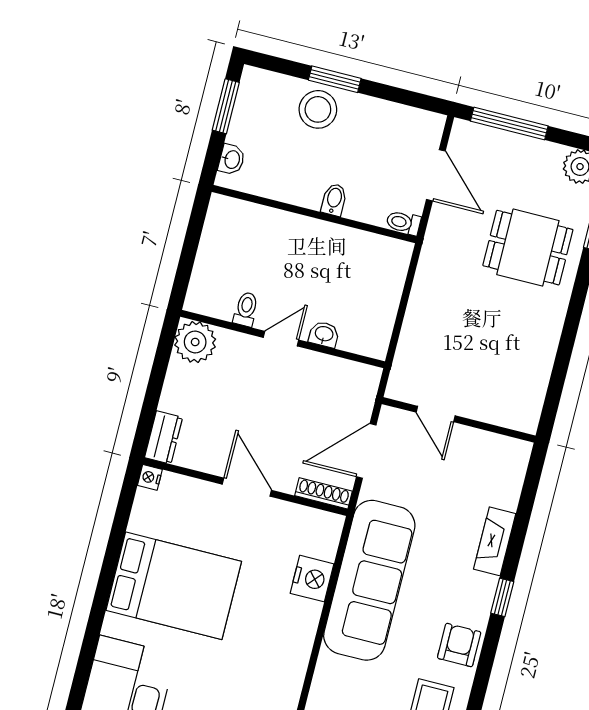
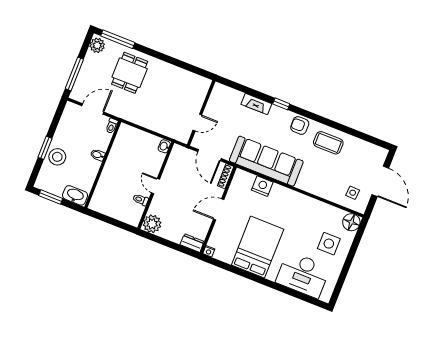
washbasin: (232, 159) -> (75, 195), width x1.91, depth x1.45
washbasin: (324, 334) -> (164, 146), moved

